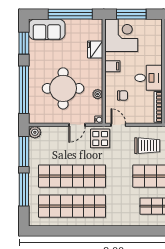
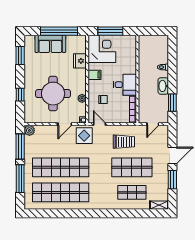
sofa: (47, 29) -> (50, 44), moved
window: (24, 90) -> (20, 95), width x0.32

